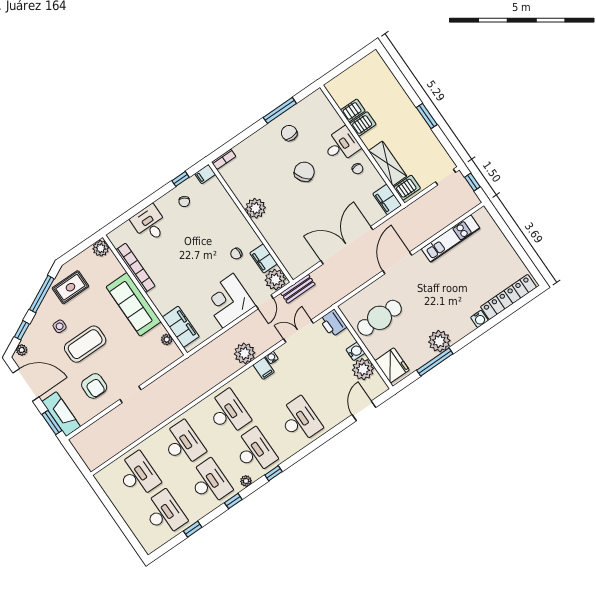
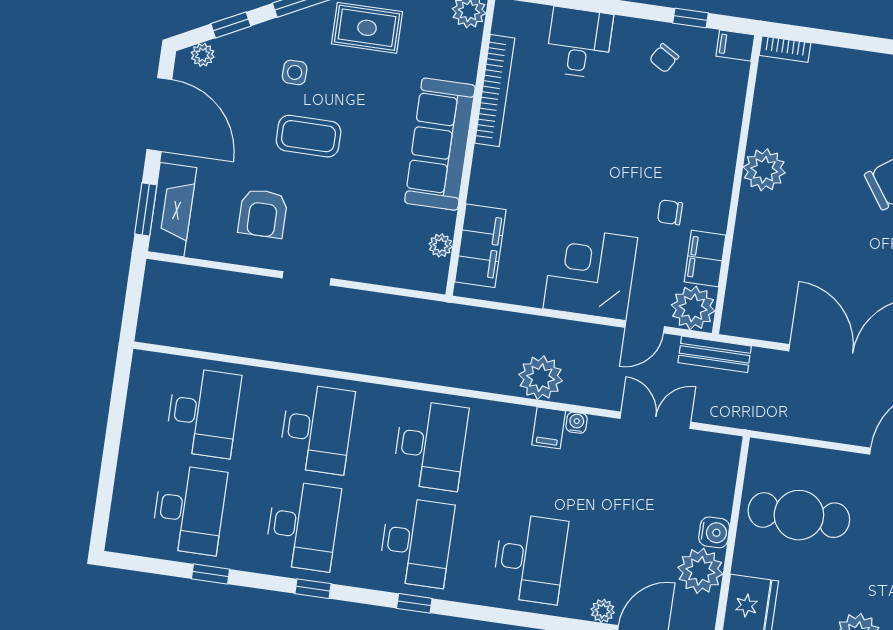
printer: (333, 323) -> (720, 457), removed
coffee table: (85, 344) -> (309, 136), width x0.73, depth x0.76
plant: (246, 481) -> (603, 611), moved

